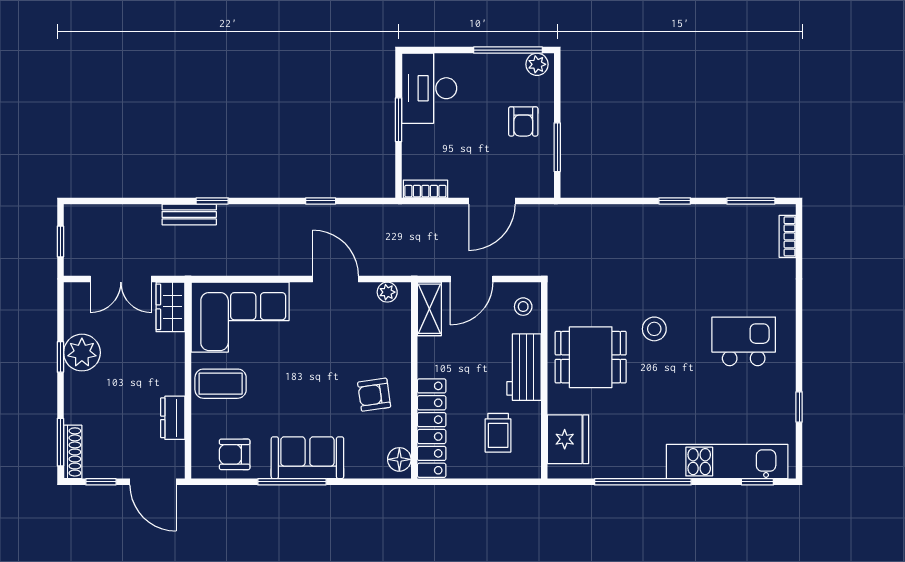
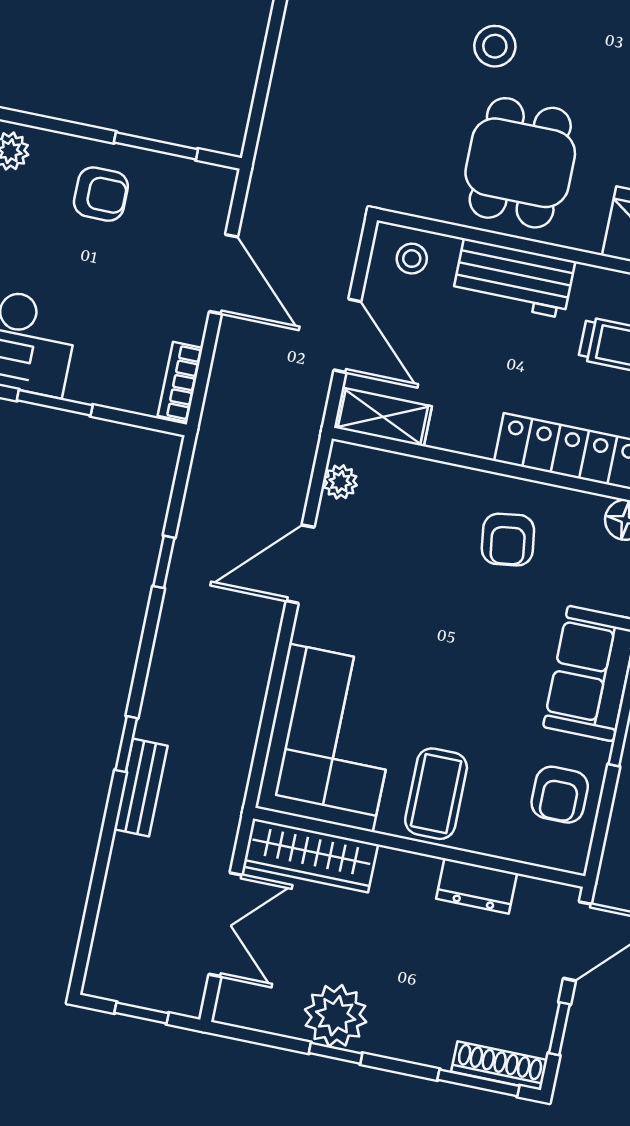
wardrobe: (170, 307) -> (310, 856), width x1.50

